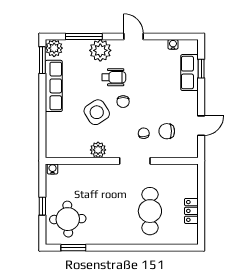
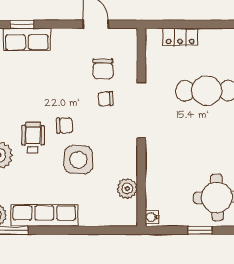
side table: (97, 112) -> (78, 160), turned 33
plant: (98, 150) -> (127, 189), moved
doorway: (135, 161) -> (141, 110), width x1.36
locker: (191, 211) -> (180, 37), moved

